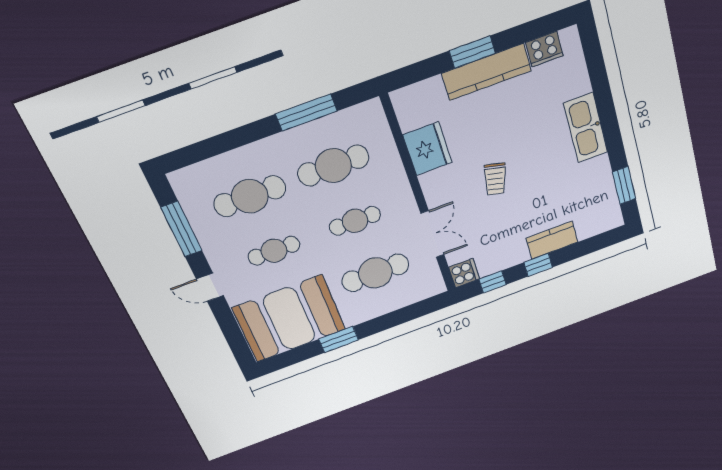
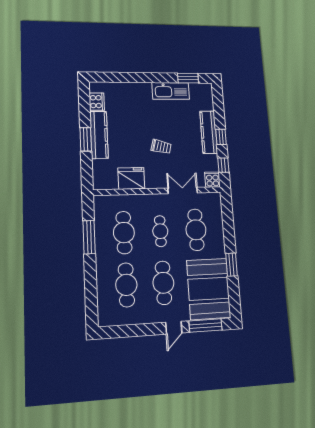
kitchen sink: (586, 128) -> (171, 91), moved
window: (181, 229) -> (206, 325), moved
kitchen counter: (552, 240) -> (209, 132), width x1.50
cafe table: (274, 251) -> (163, 283), width x1.37, depth x1.35

